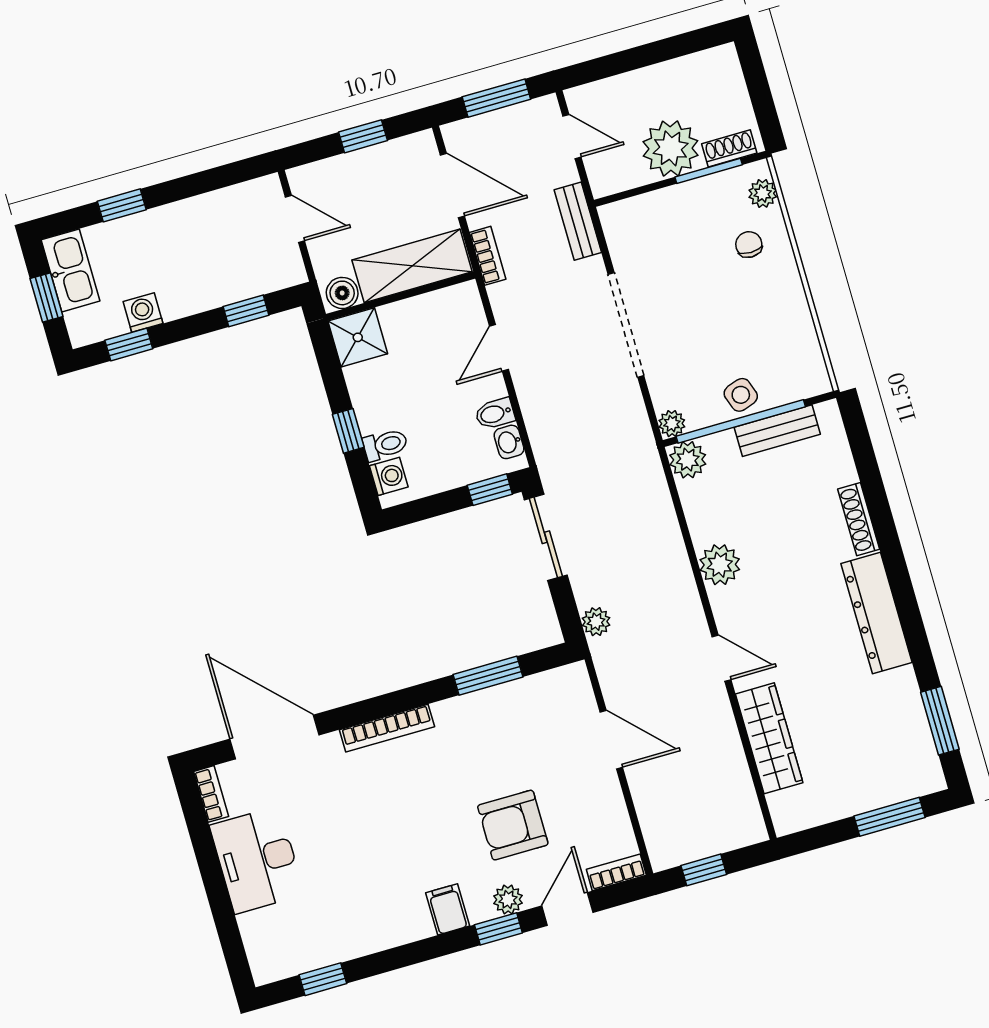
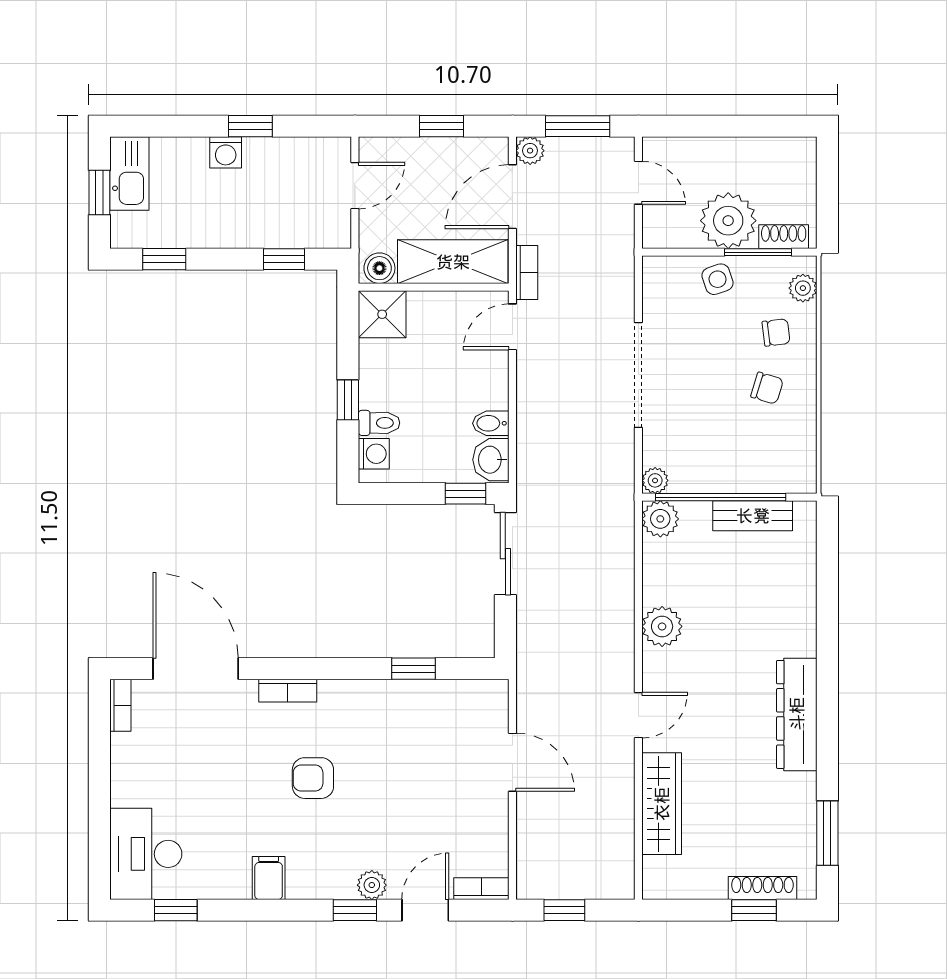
door: (452, 186) -> (512, 197), swing flipped
window: (122, 205) -> (250, 126), moved
door: (295, 219) -> (355, 186), hinge flipped
bench: (578, 221) -> (621, 264), removed
chair: (749, 245) -> (776, 332), turned 83
chair: (756, 302) -> (767, 388), added
washing machine: (143, 313) -> (226, 152), moved, turned 180
door: (499, 348) -> (512, 327), moved
side table: (741, 395) -> (718, 279), moved
washbasin: (509, 442) -> (491, 460), width x1.38, depth x1.45
shoe rack: (859, 519) -> (762, 888), moved, turned 90
plant: (596, 622) -> (530, 151), moved
door: (722, 658) -> (638, 715), hinge flipped
window: (488, 676) -> (414, 669), width x0.67
bookcase: (387, 728) -> (288, 691), width x0.64
window: (890, 817) -> (754, 910), width x0.67
armchair: (513, 825) -> (313, 778), moved, width x0.72, depth x0.72
desk: (257, 860) -> (146, 854), moved
filing cabinet: (448, 909) -> (269, 878), moved

